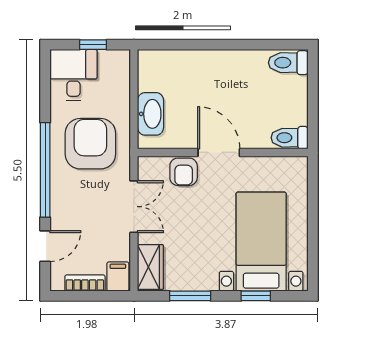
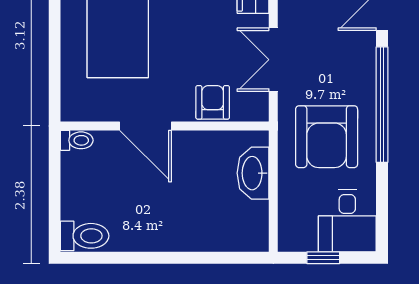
toilet: (290, 138) -> (77, 140), width x0.73, depth x0.72
door: (219, 152) -> (146, 126), moved

